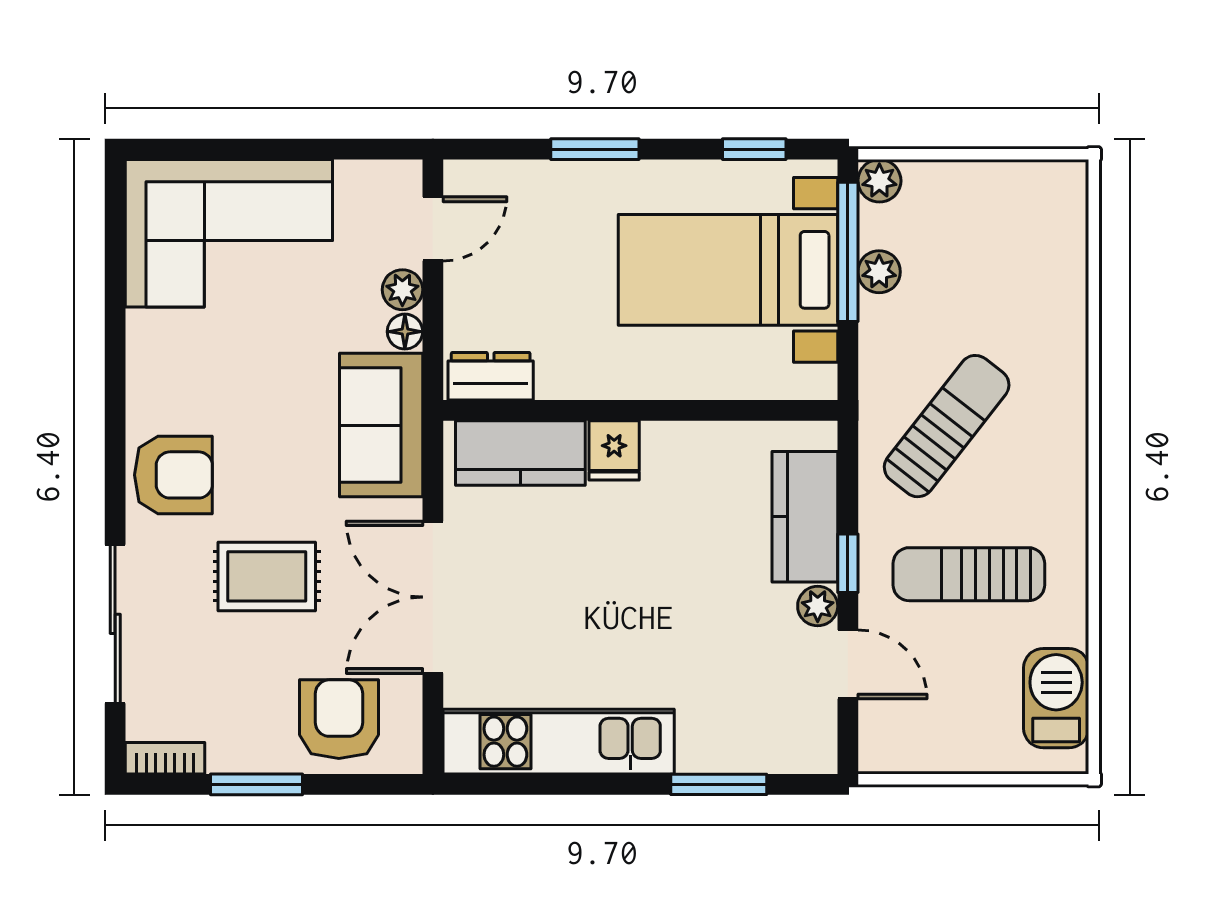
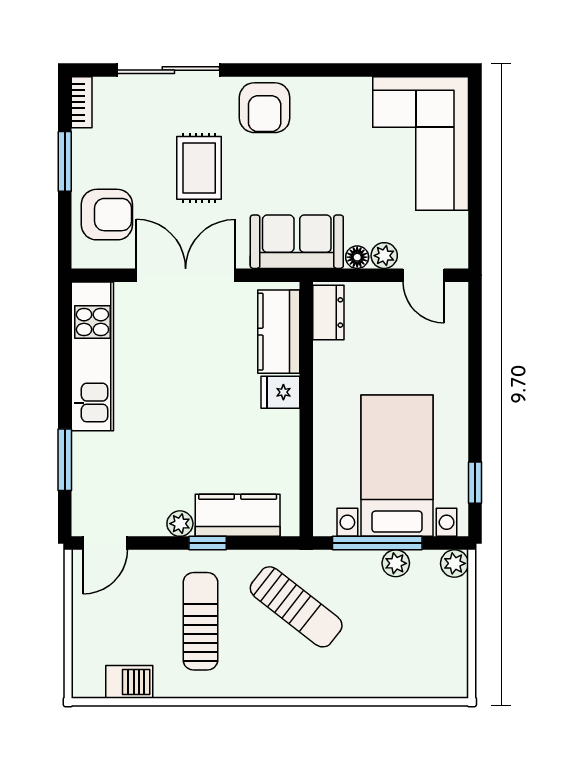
window: (595, 149) -> (475, 380), removed
window: (848, 252) -> (377, 543), moved
door: (848, 664) -> (105, 543), moved
barbecue: (1056, 698) -> (129, 682), width x0.73, depth x0.79

